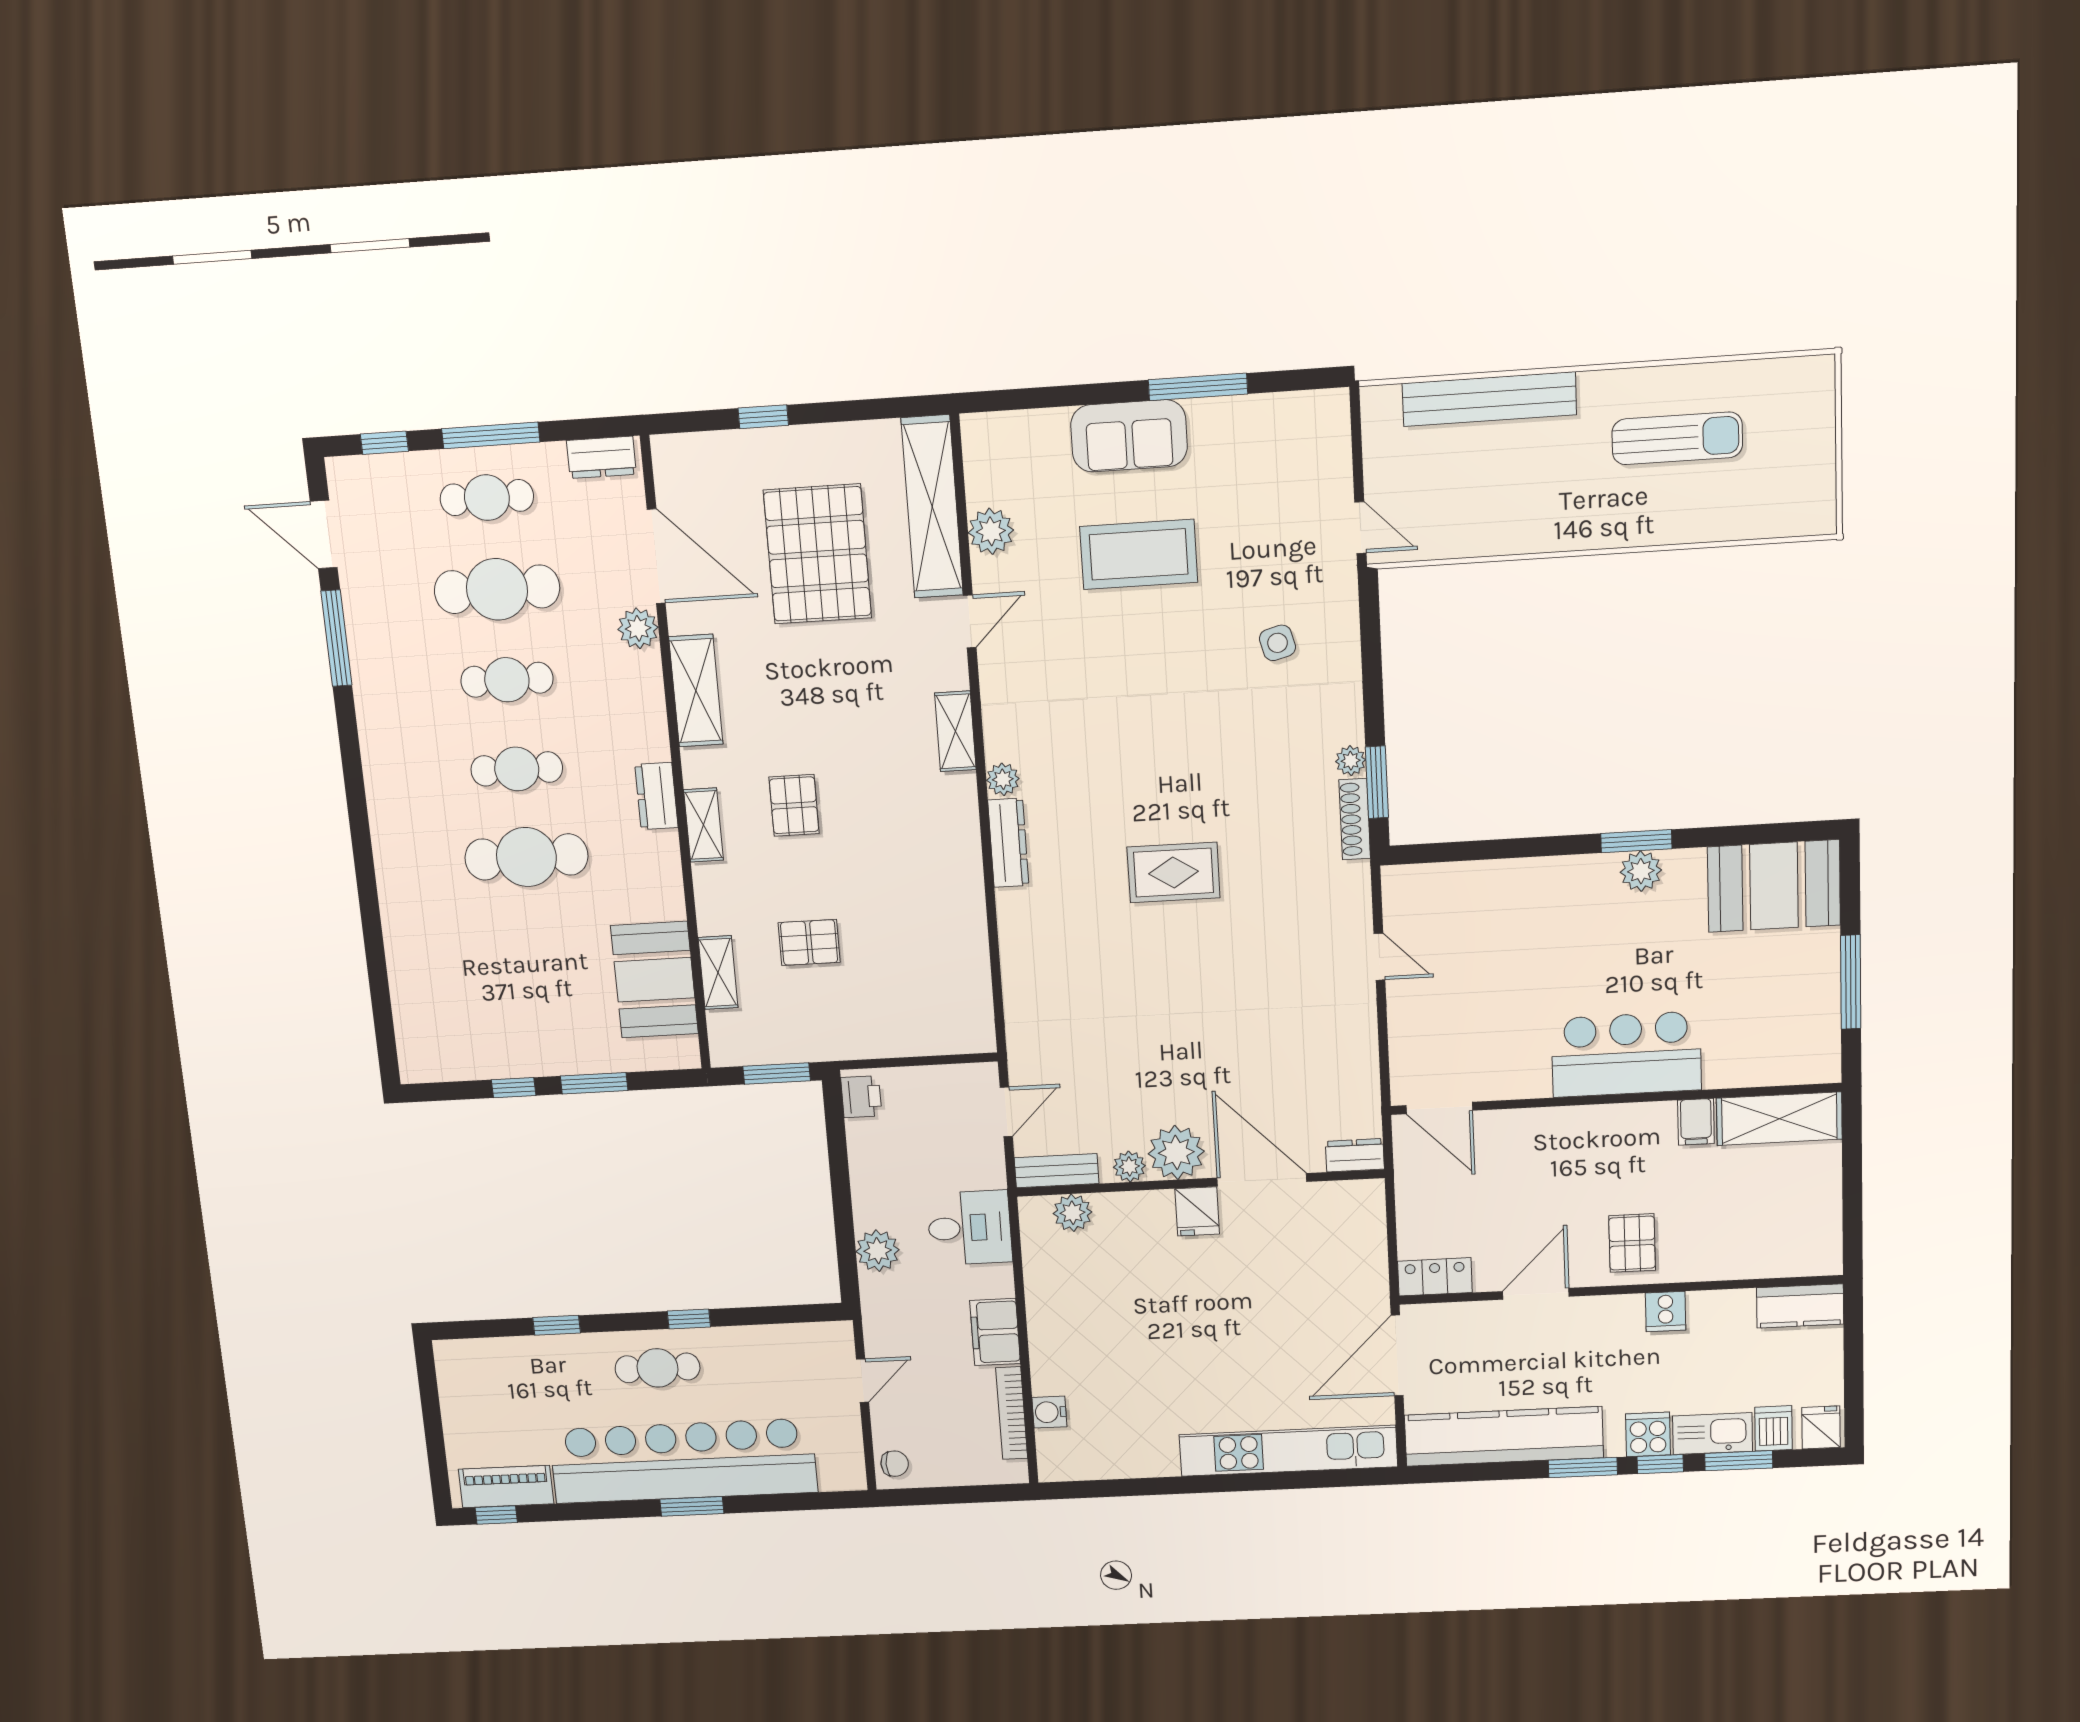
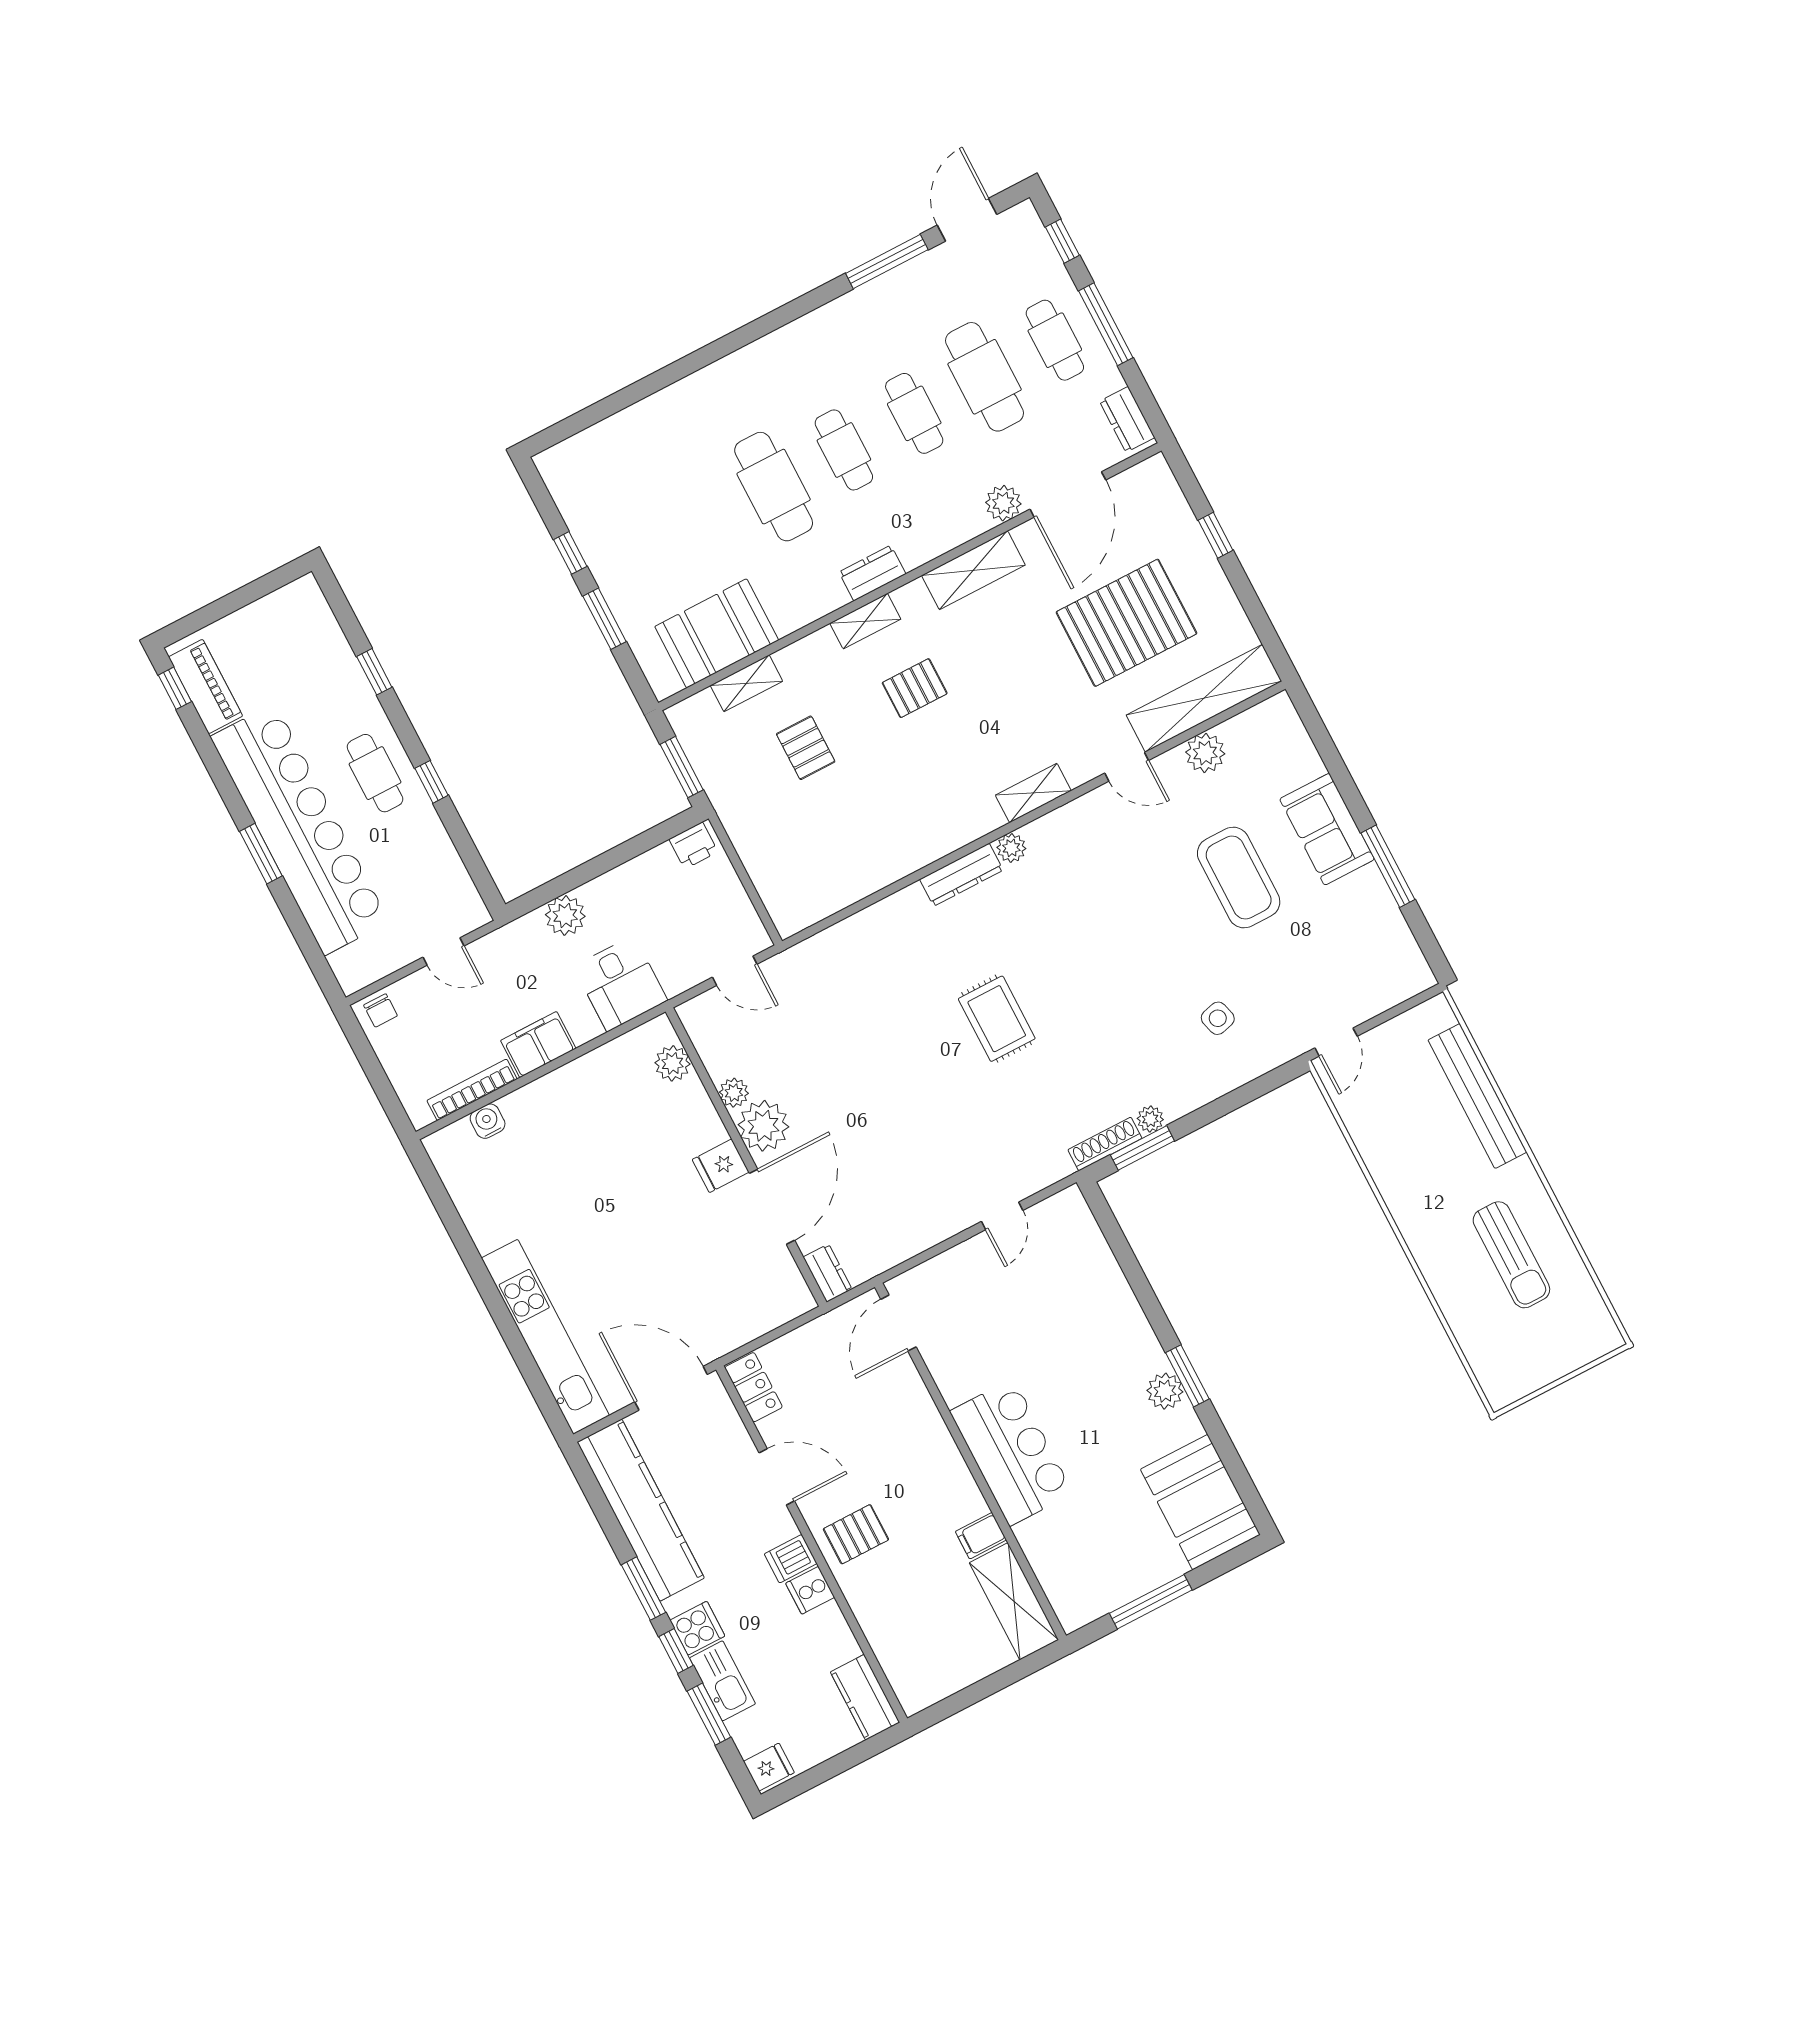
bench: (1057, 1171) -> (703, 1034), removed
dishwasher: (1773, 1428) -> (791, 1559), moved, turned 180

